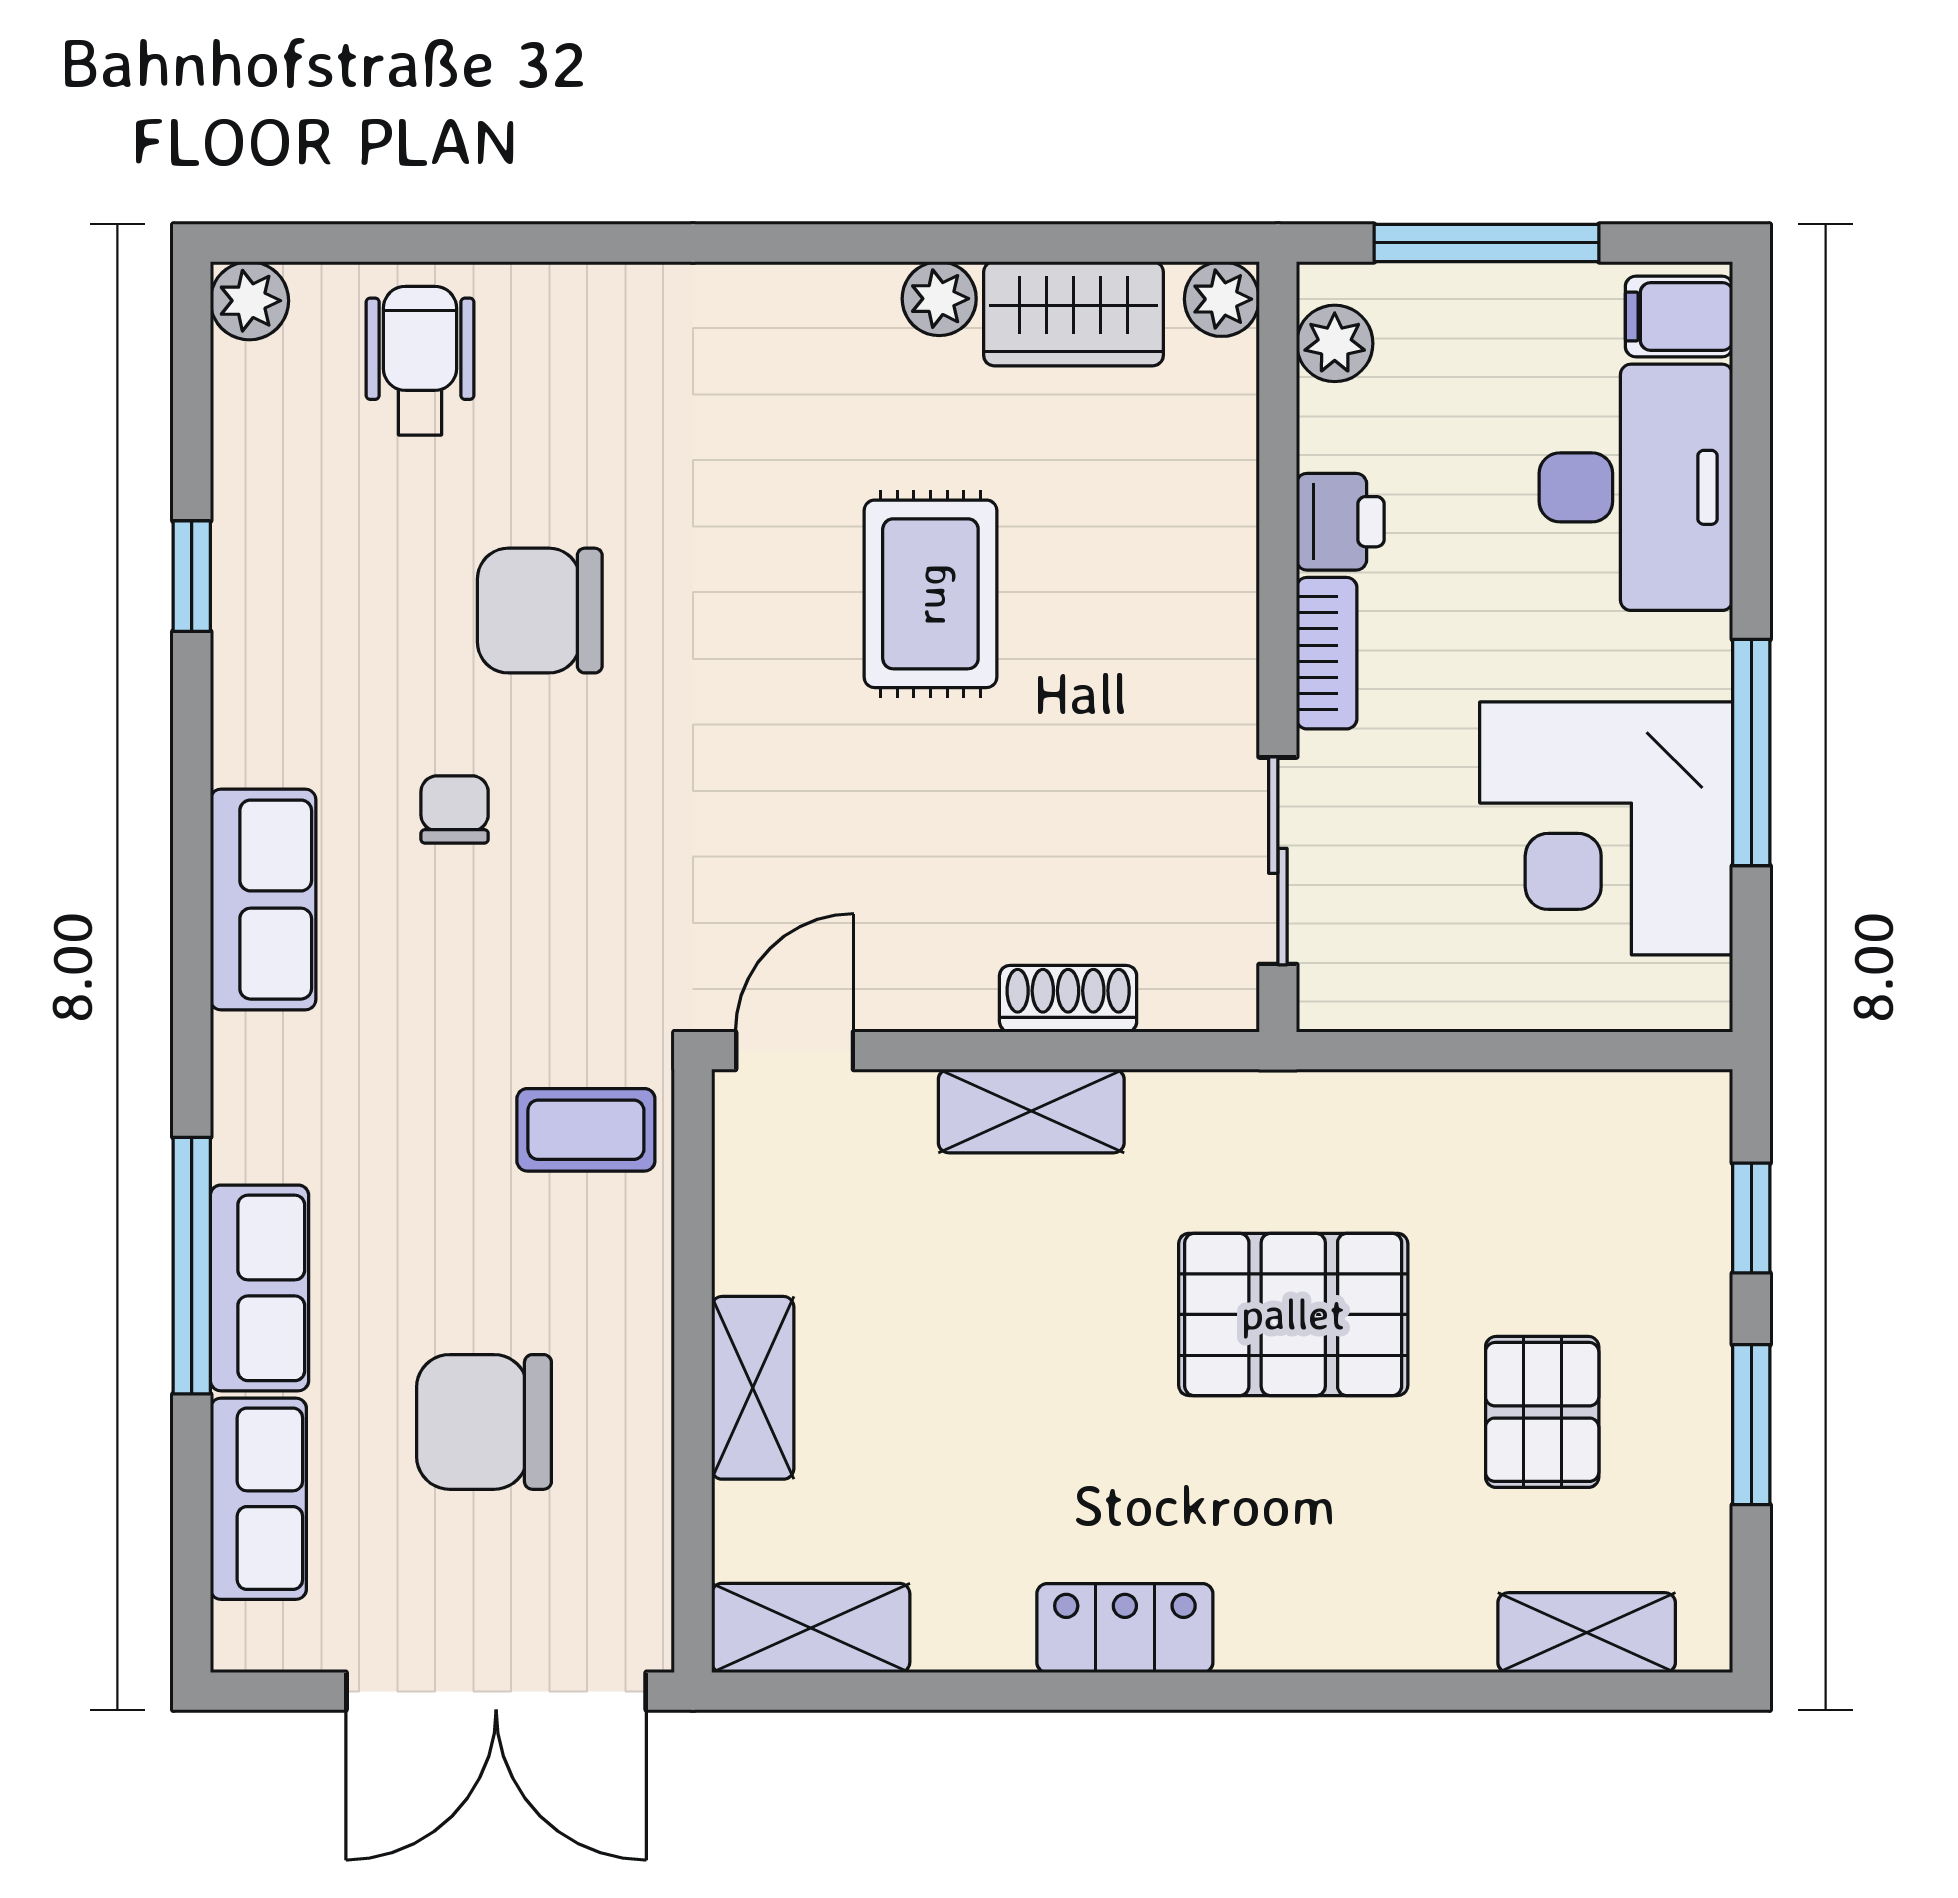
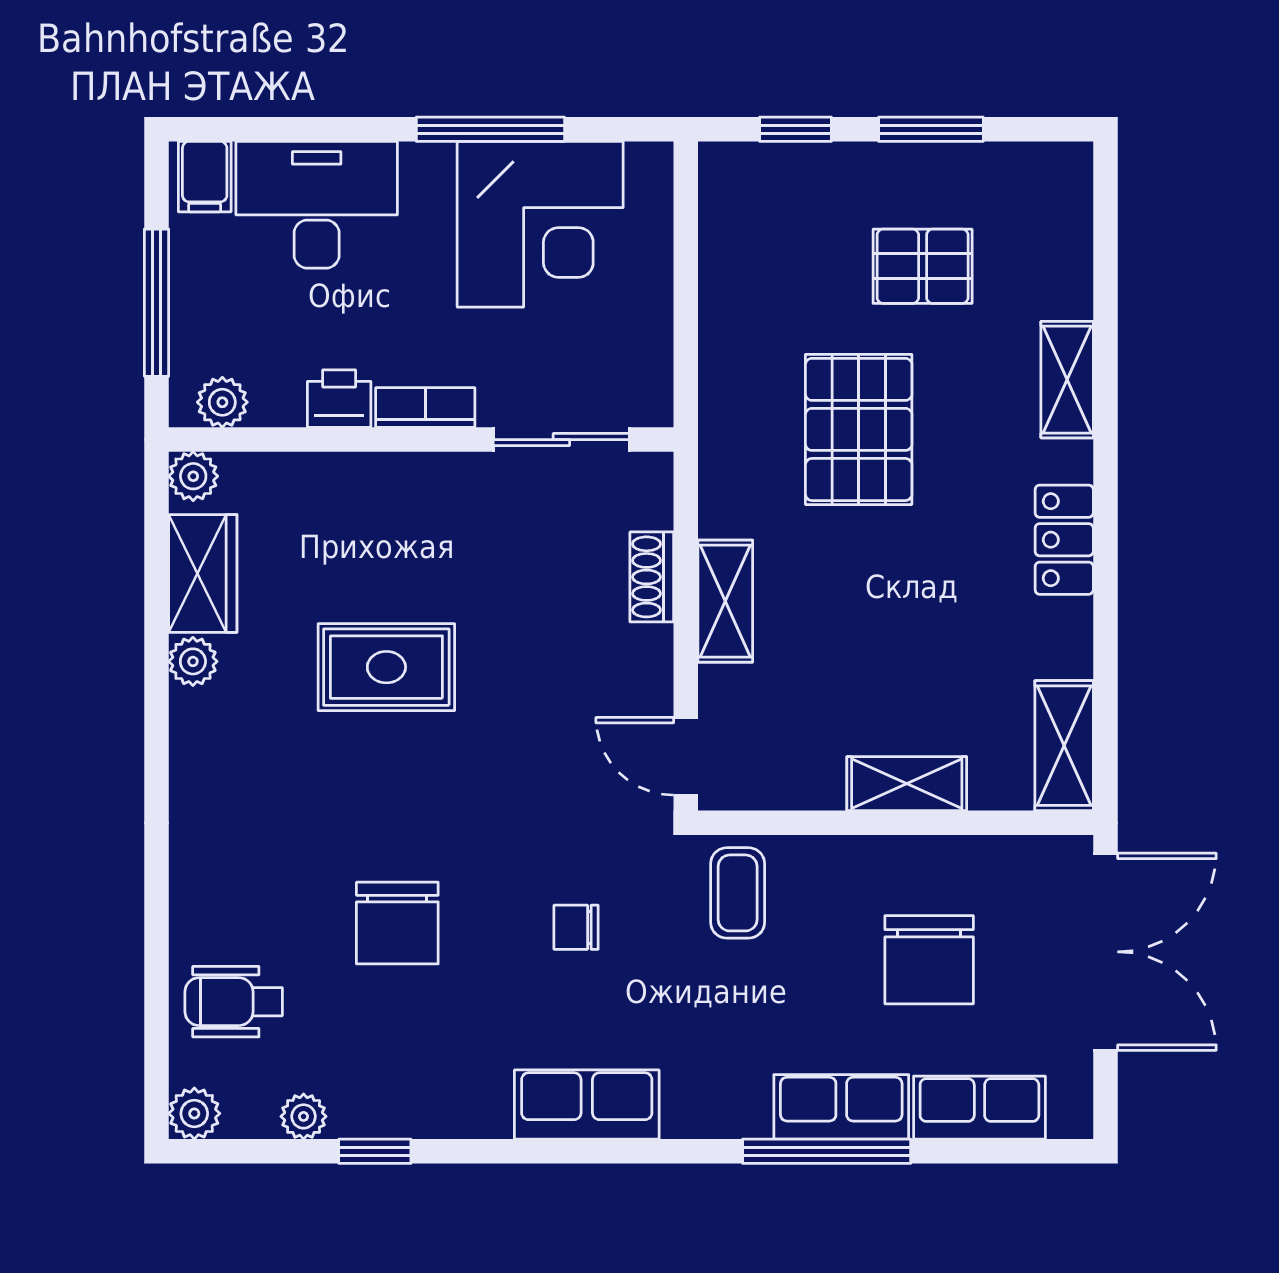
plant: (245, 467) -> (304, 1116), added
chair: (455, 809) -> (576, 927), moved
shelving: (1587, 1633) -> (1067, 380), moved

